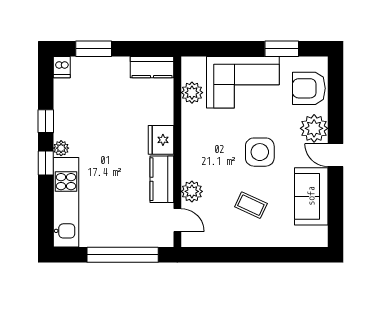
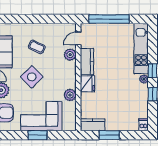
window: (94, 49) -> (109, 135), moved
window: (282, 49) -> (38, 135), moved
plant: (192, 93) -> (70, 95), moved
side table: (260, 152) -> (32, 77), turned 45
door: (177, 220) -> (78, 38), hinge flipped

